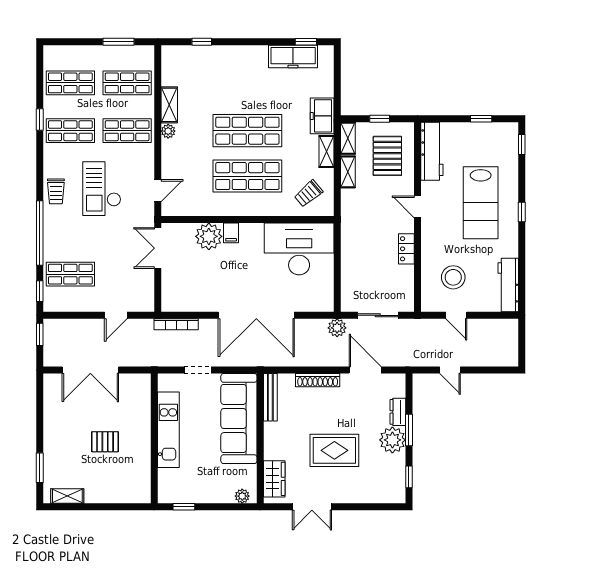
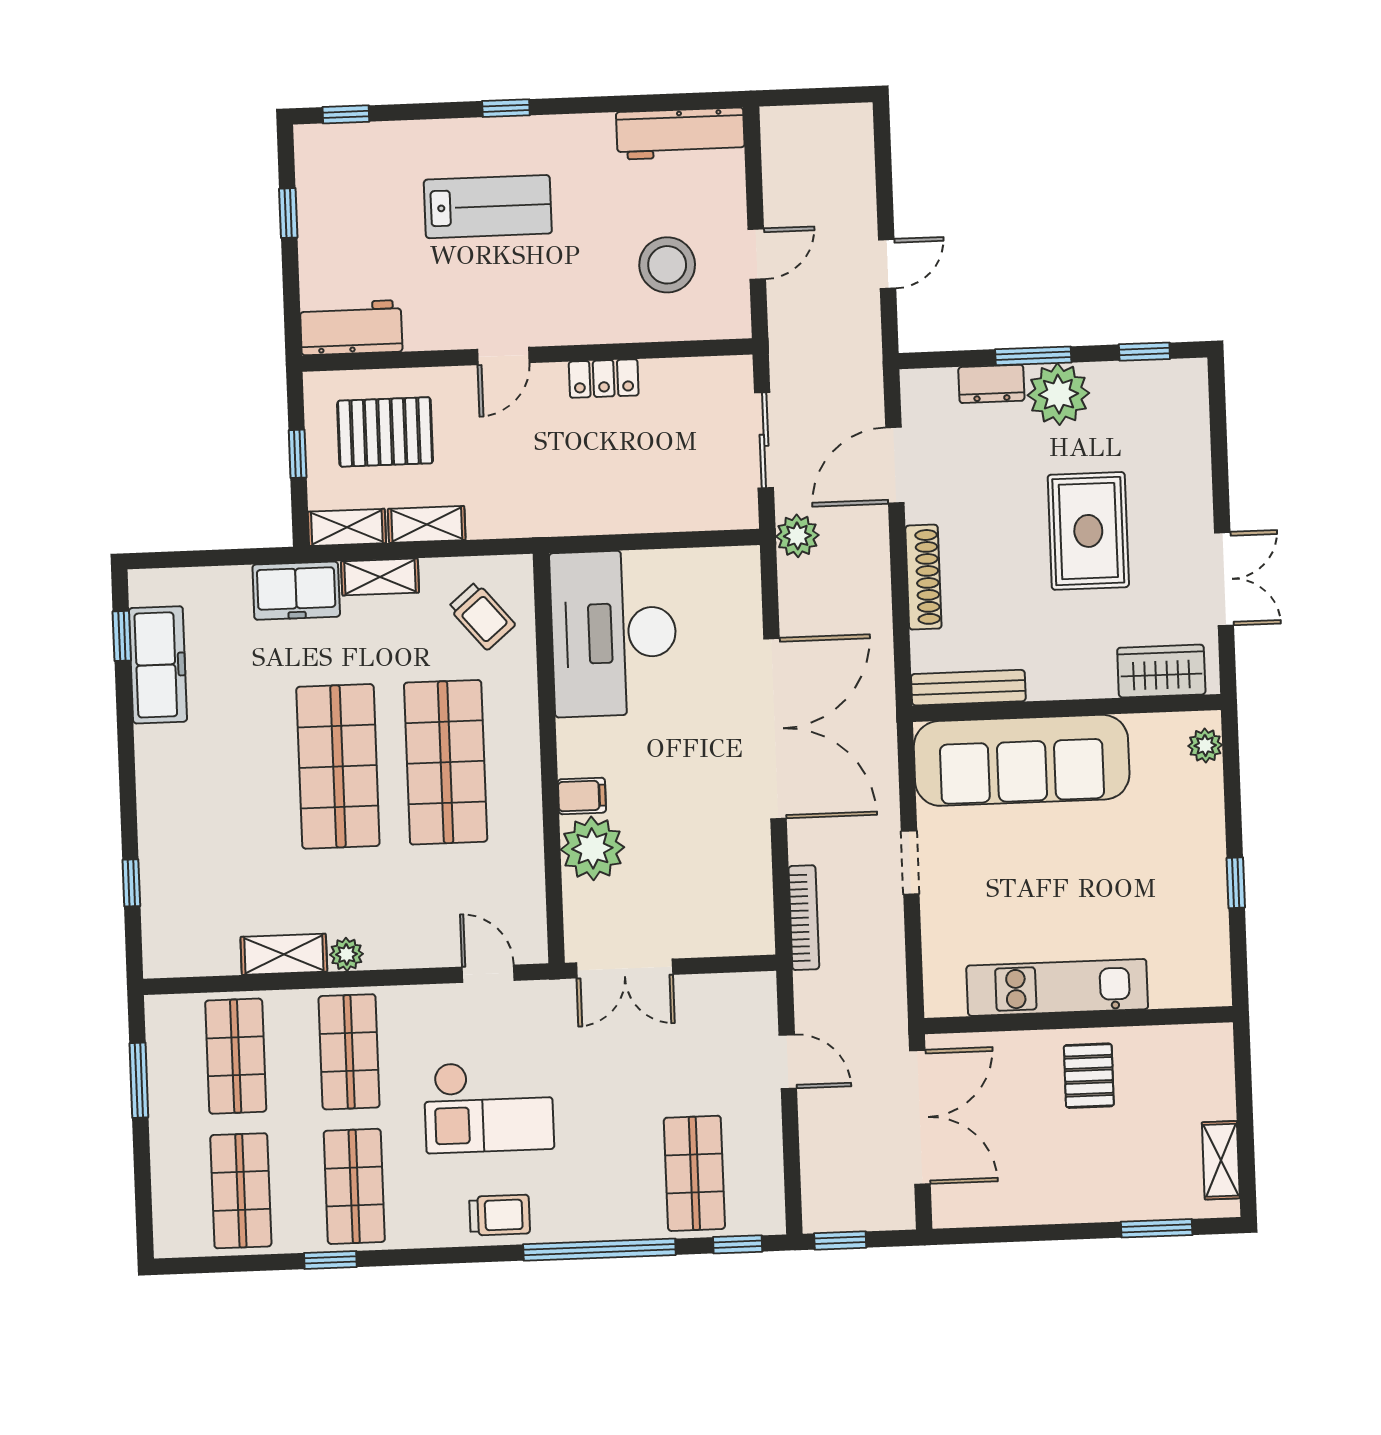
workbench: (432, 151) -> (351, 328), width x0.73
lab bench: (481, 203) -> (488, 207), width x0.73, depth x0.72
kitchen unit: (168, 430) -> (1057, 987), moved
wall: (154, 438) -> (1079, 1020), moved

